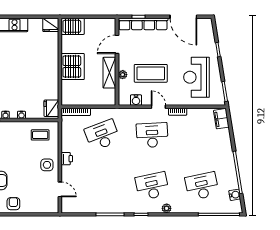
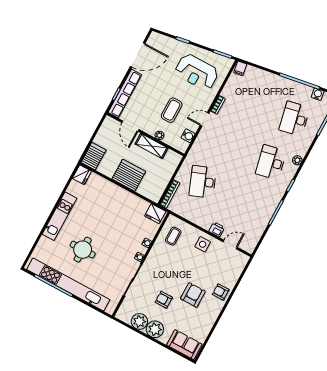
coffee table: (151, 73) -> (172, 110), width x0.73, depth x0.76
filing cabinet: (221, 119) -> (240, 68), width x0.50
desk: (152, 135) -> (226, 138), removed
printer: (67, 159) -> (217, 229), moved

